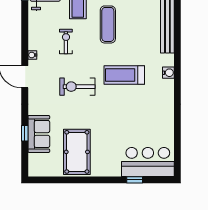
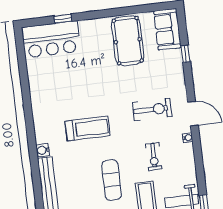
water cooler: (168, 73) -> (43, 150), moved
exercise bike: (77, 87) -> (152, 109), moved
sofa: (39, 134) -> (167, 29), moved

